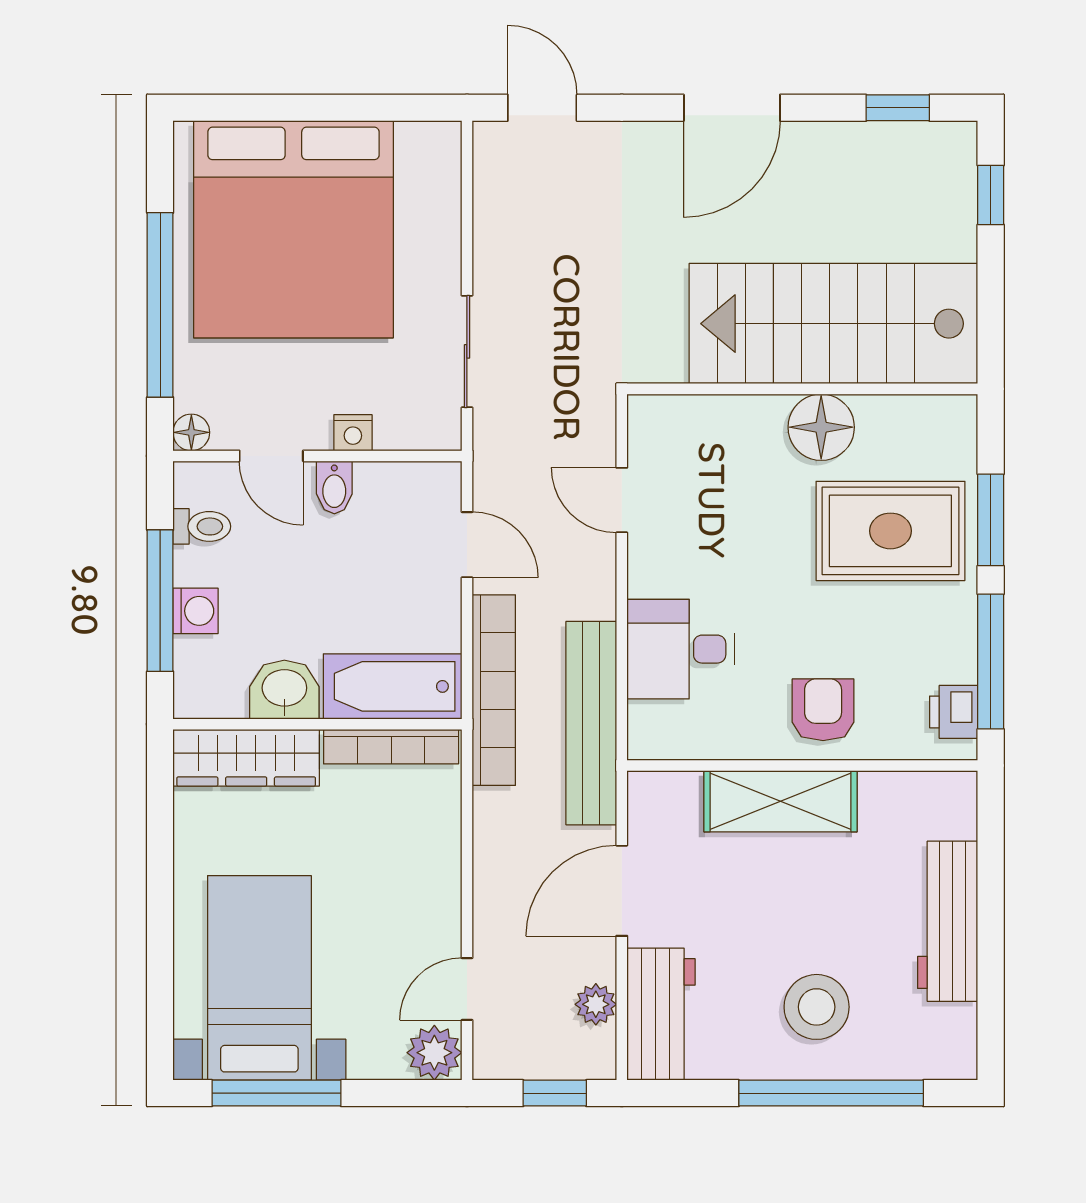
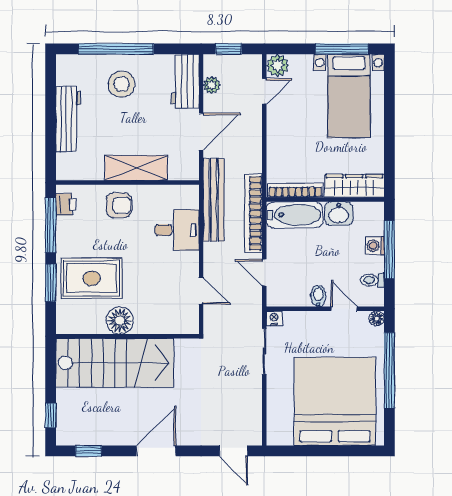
nightstand: (353, 433) -> (274, 318), moved
armchair: (823, 710) -> (119, 205), turned -90

